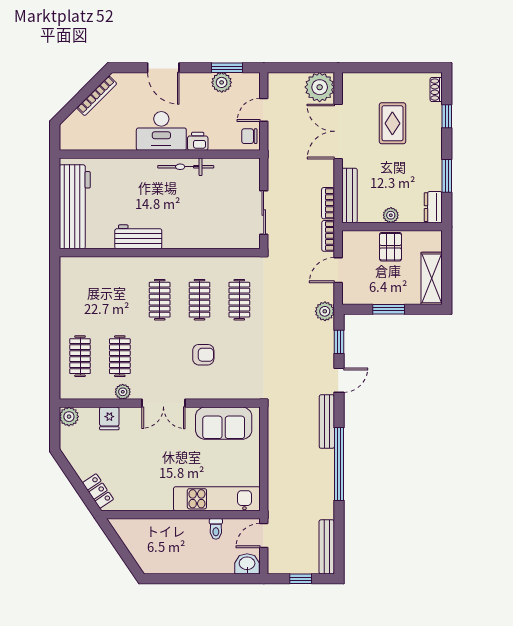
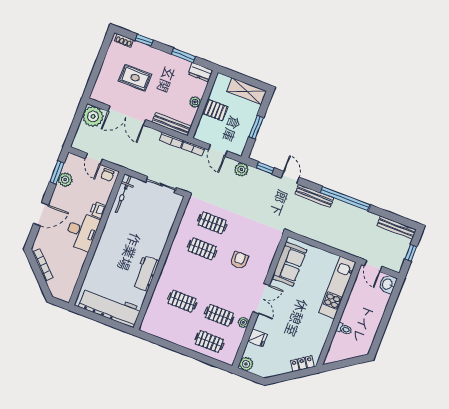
bicycle: (186, 167) -> (123, 194), moved
clothes rail: (160, 300) -> (182, 301), moved
toilet: (216, 529) -> (344, 329), moved

